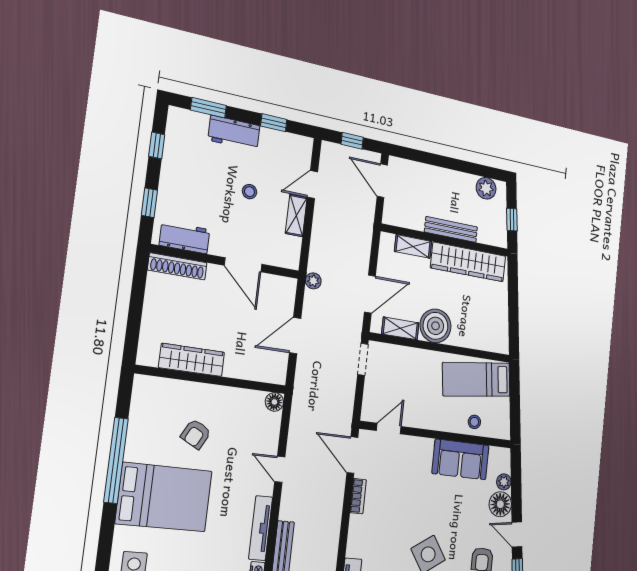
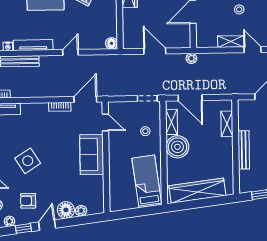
wardrobe: (468, 262) -> (197, 191), moved, turned 83
stool: (474, 422) -> (145, 131), moved
sofa: (461, 459) -> (92, 155), moved

